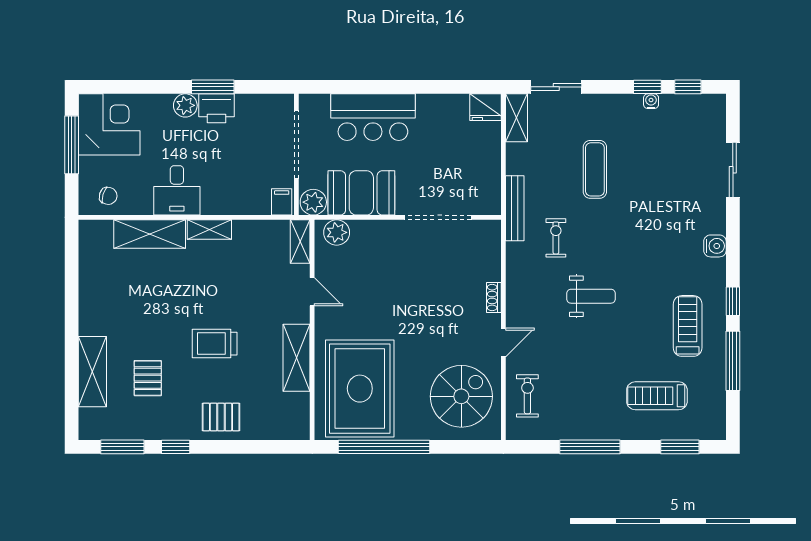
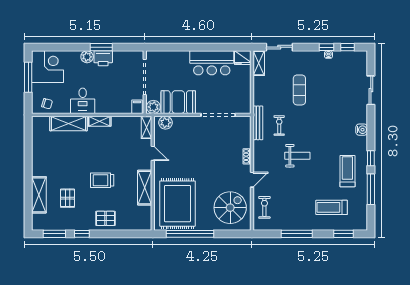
bar counter: (373, 117) -> (212, 63), moved
bench: (515, 208) -> (258, 123), moved

